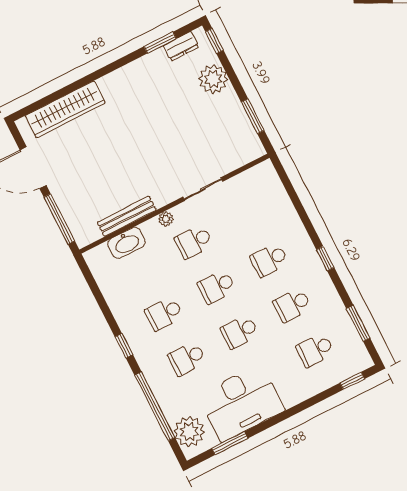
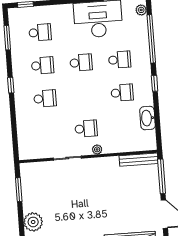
bench: (127, 216) -> (139, 160), moved
washbasin: (126, 243) -> (147, 118), moved, turned -90
school desk: (217, 287) -> (84, 96), removed
plant: (189, 432) -> (141, 10), width x0.53, depth x0.53

